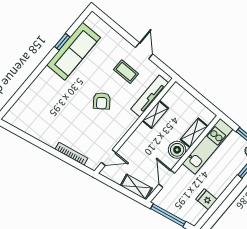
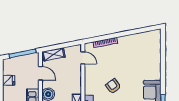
door: (109, 157) -> (83, 58), swing flipped

